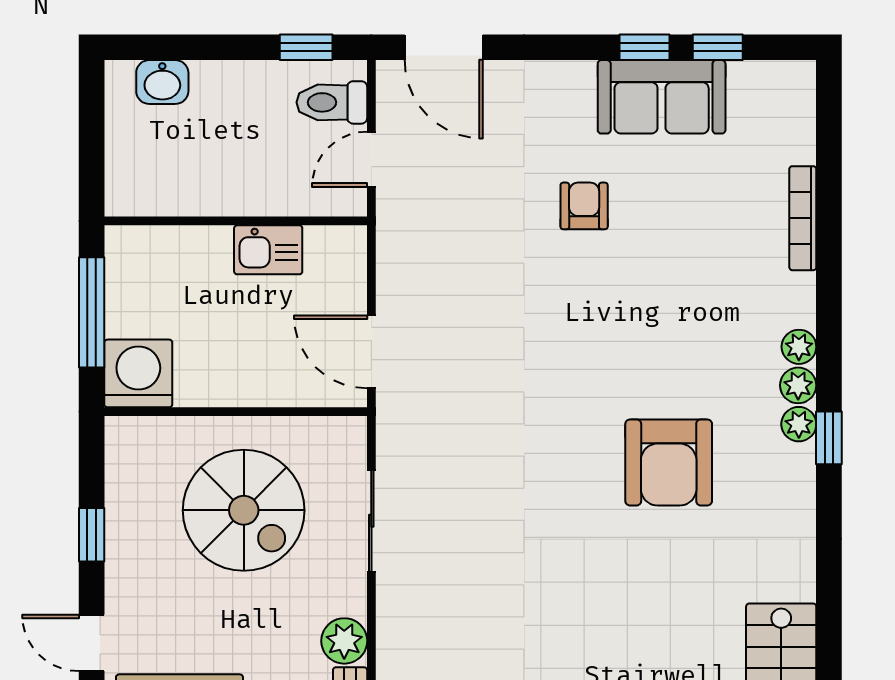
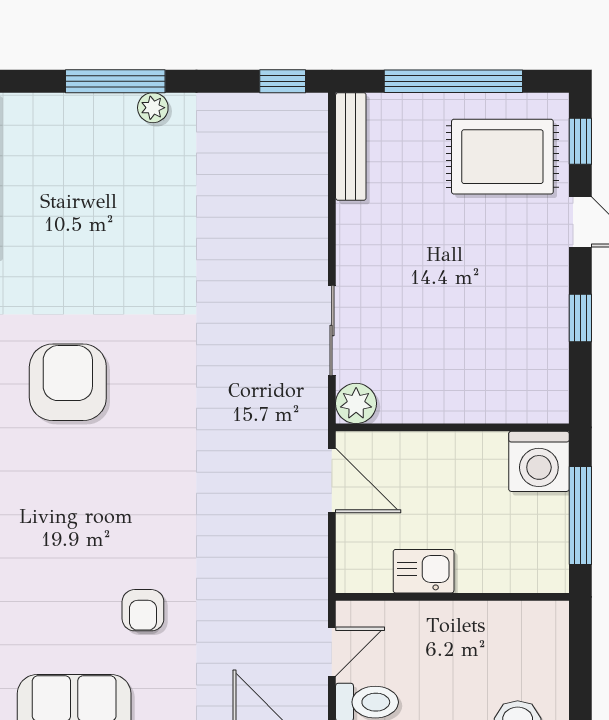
spiral stairs: (244, 510) -> (445, 340), removed
plant: (344, 641) -> (356, 403), moved

